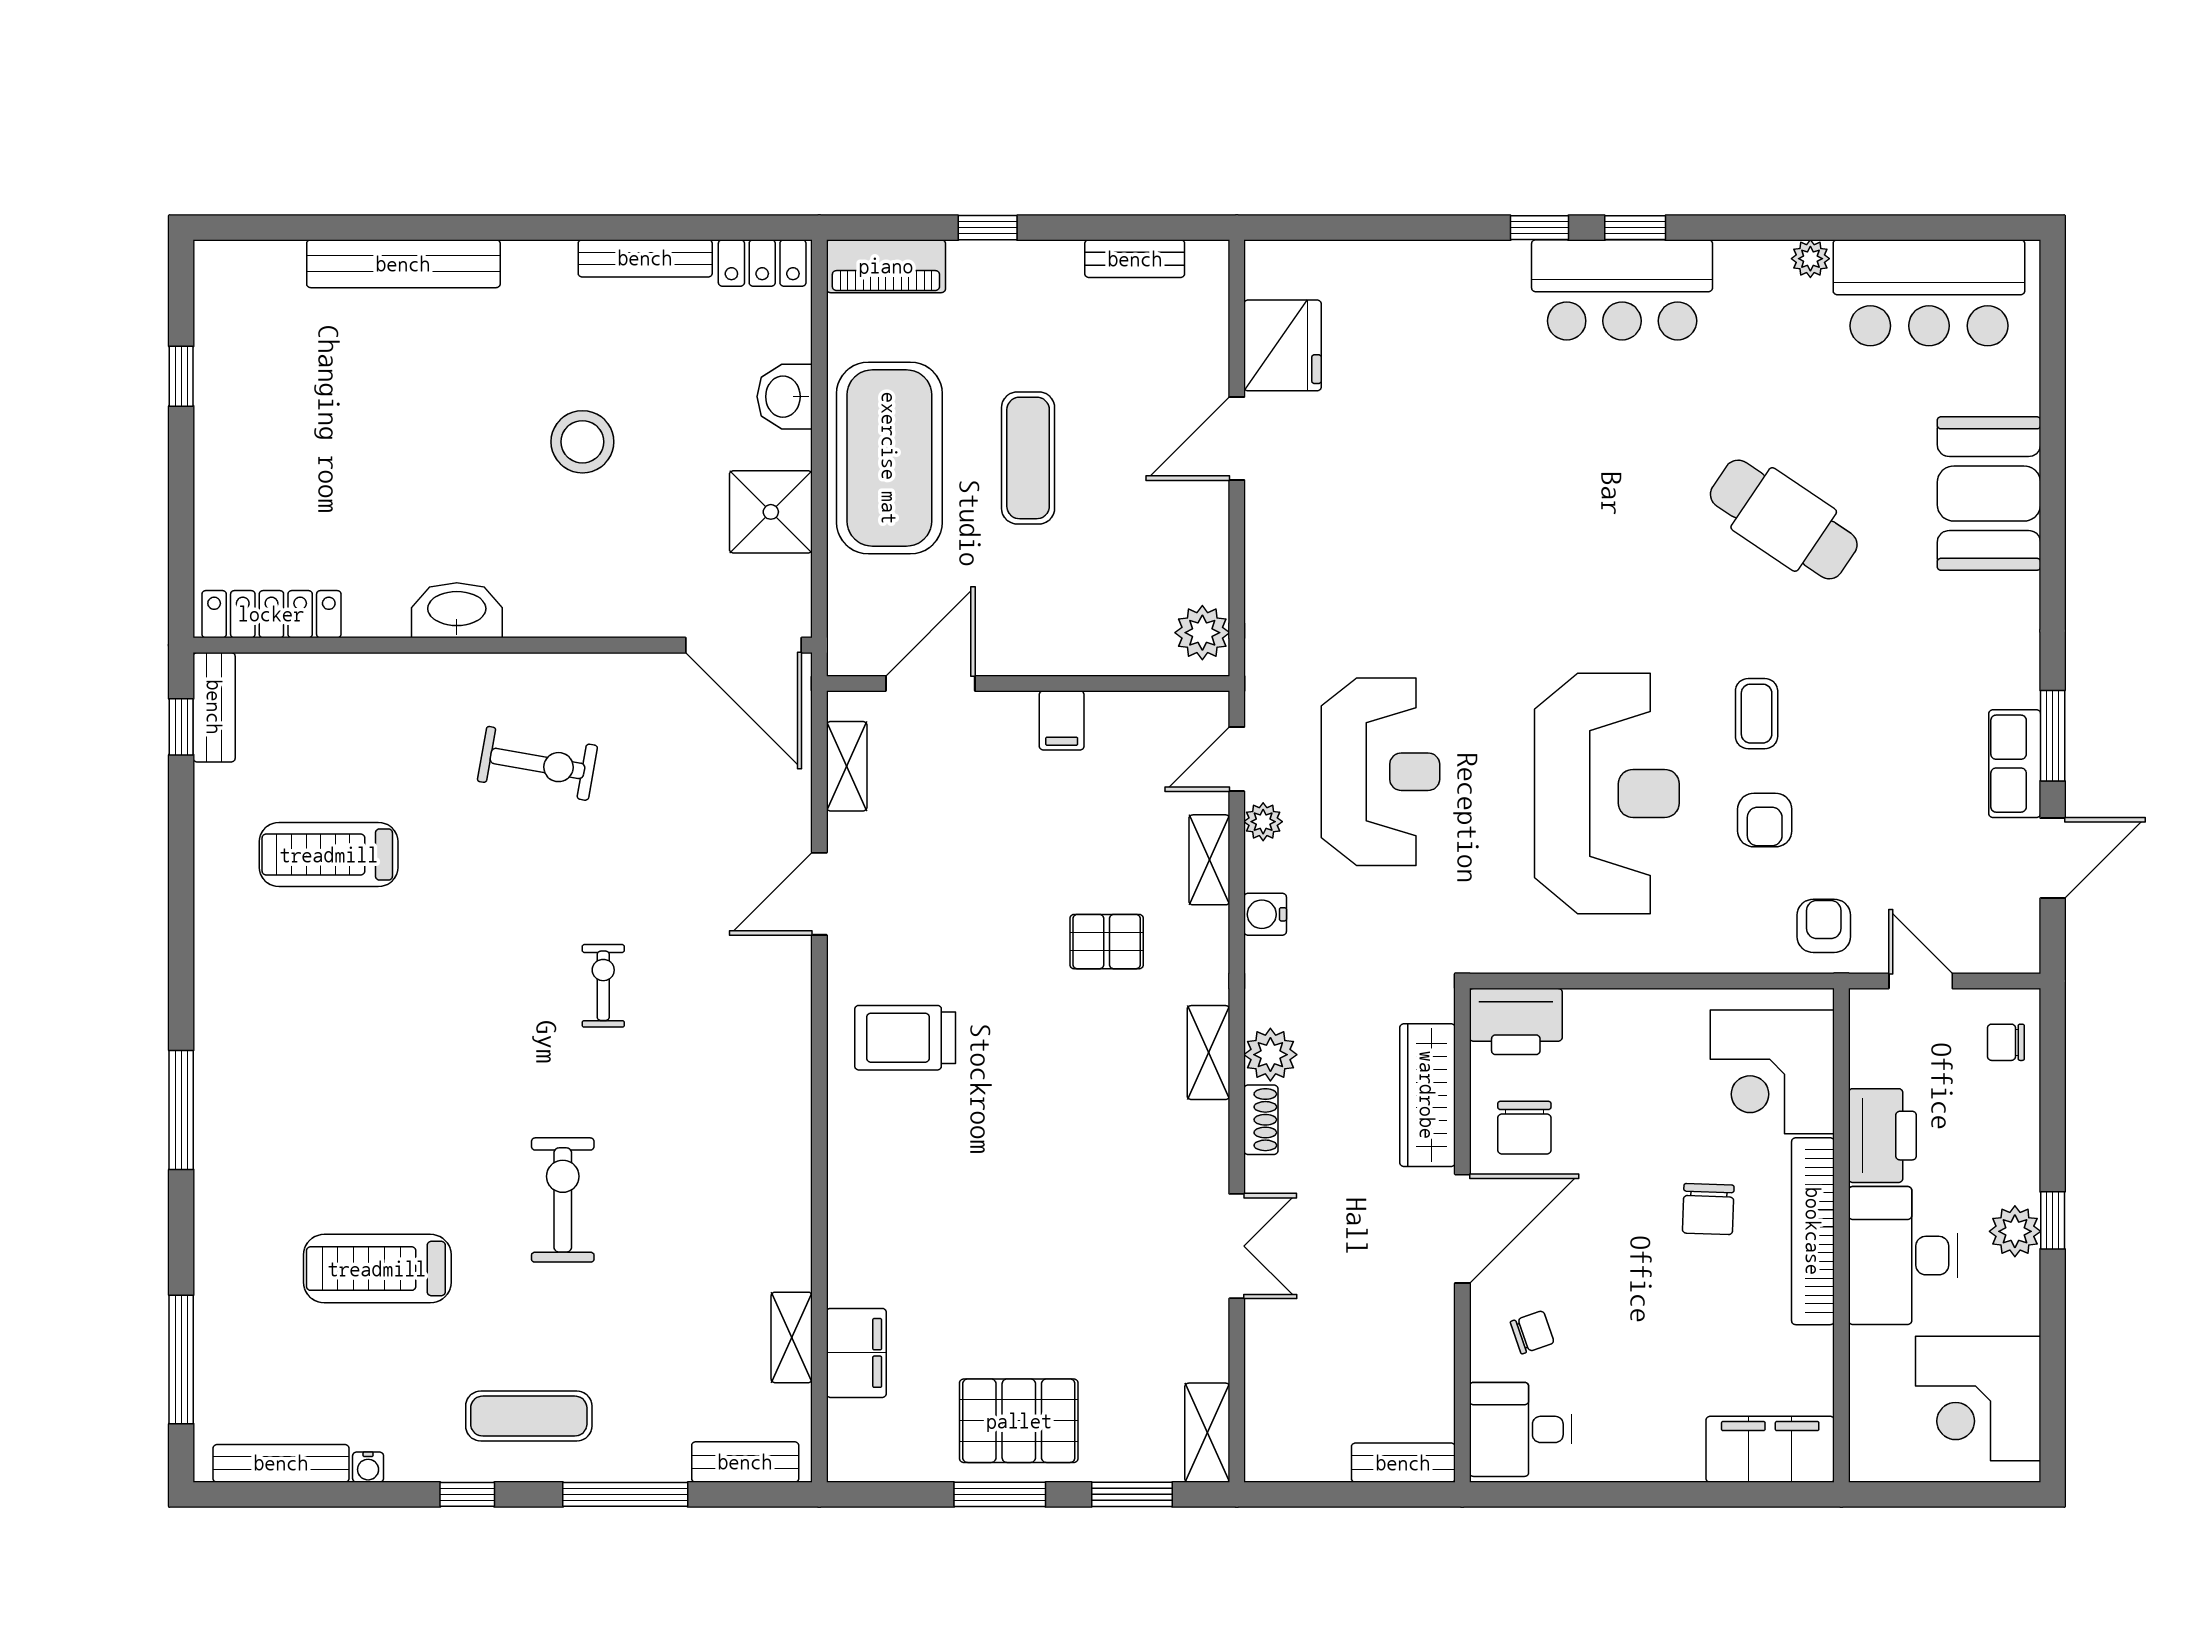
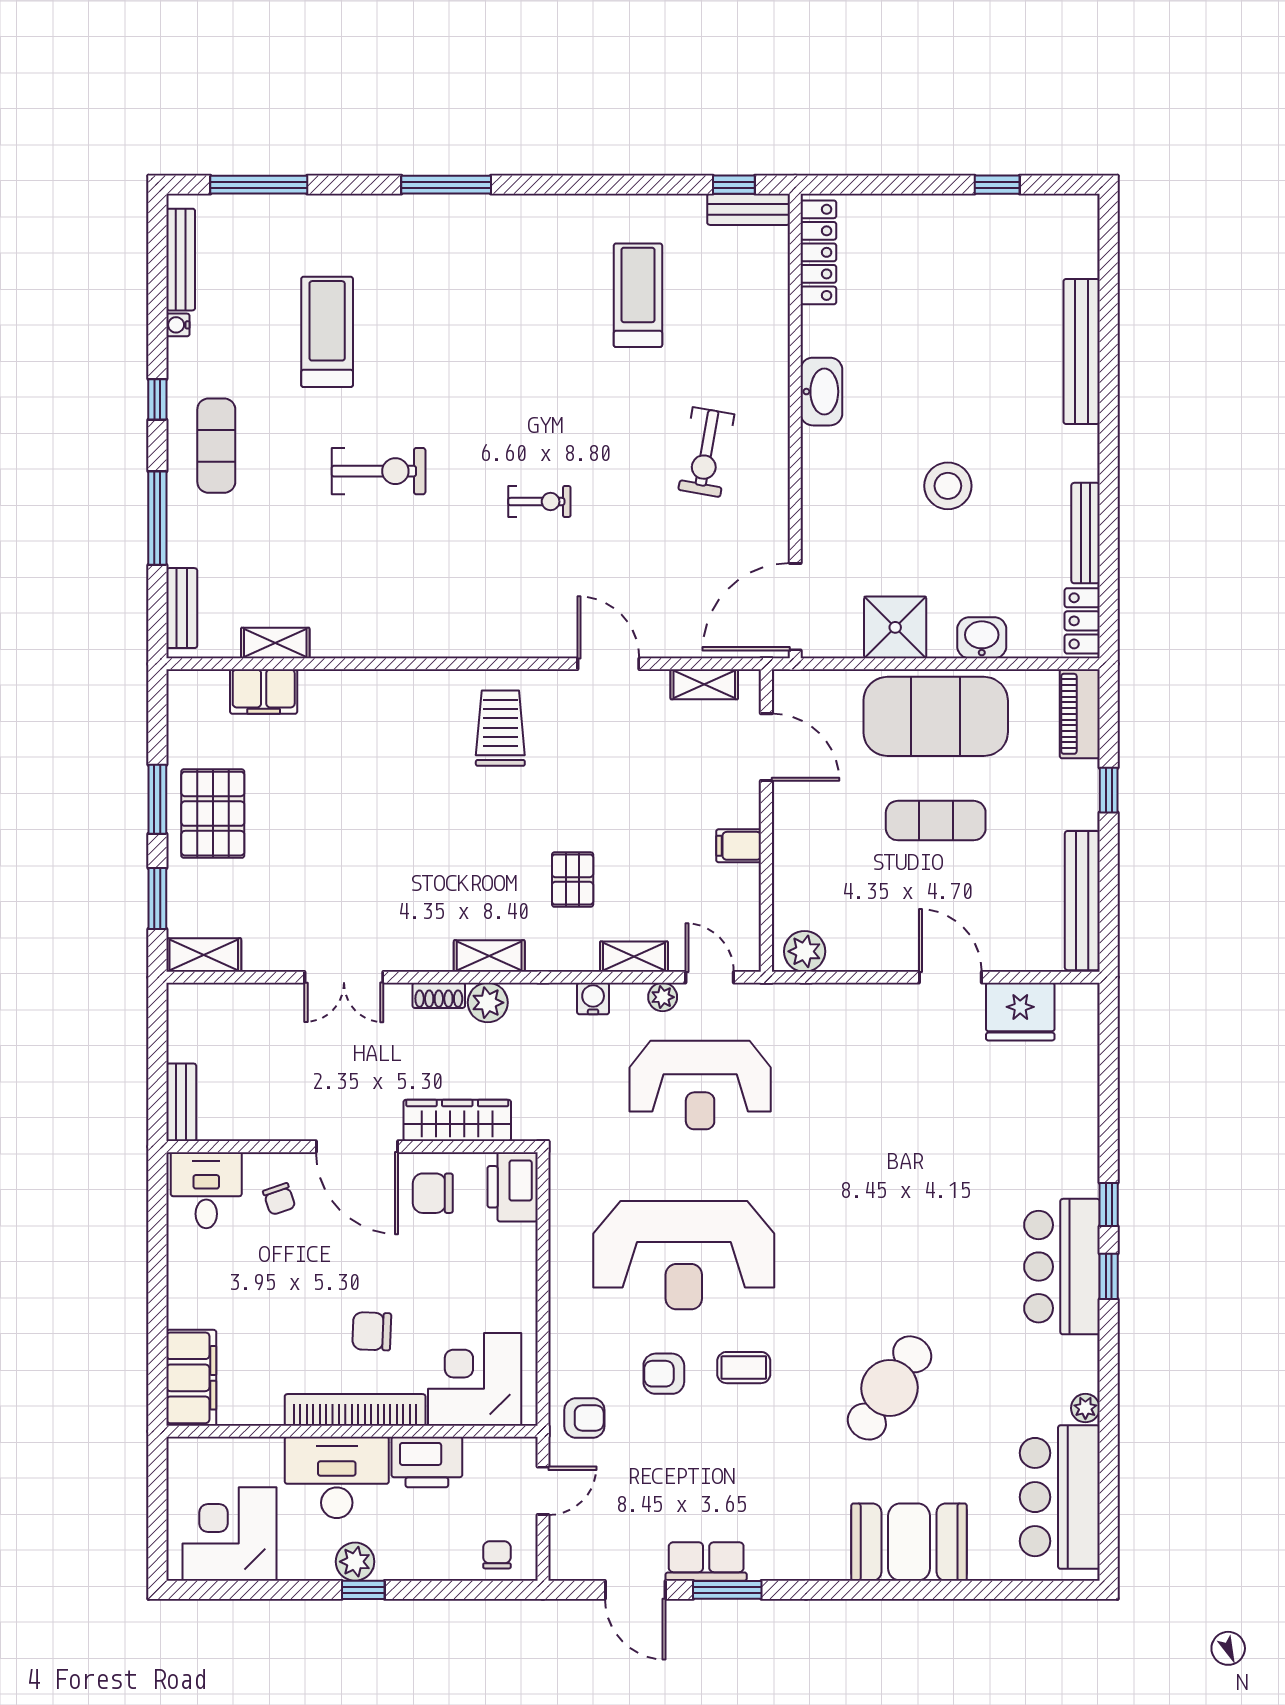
bench: (1135, 259) -> (1082, 901), width x1.86, depth x1.21

